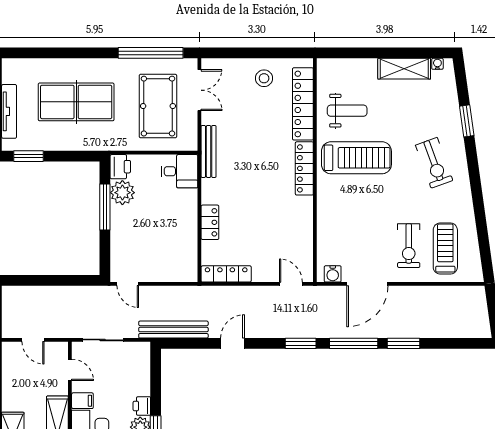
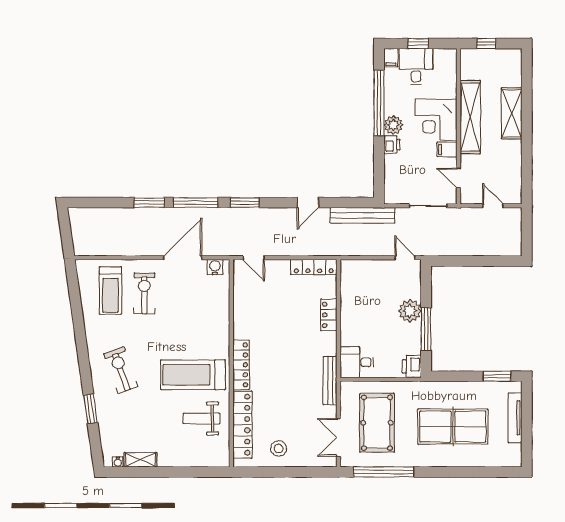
shelving: (404, 69) -> (140, 460), width x0.67, depth x0.75
plant: (122, 193) -> (410, 311), moved

